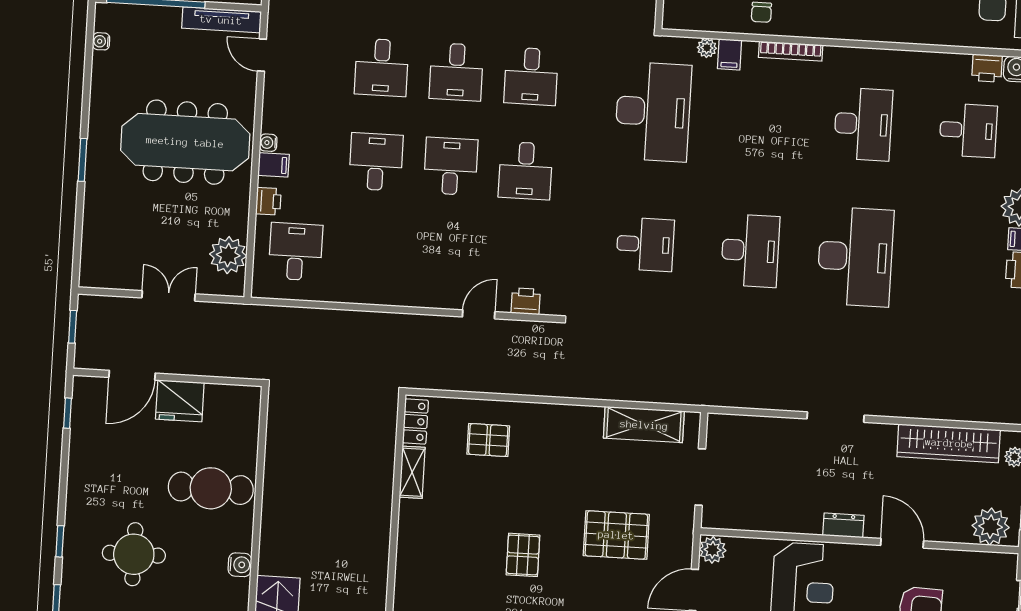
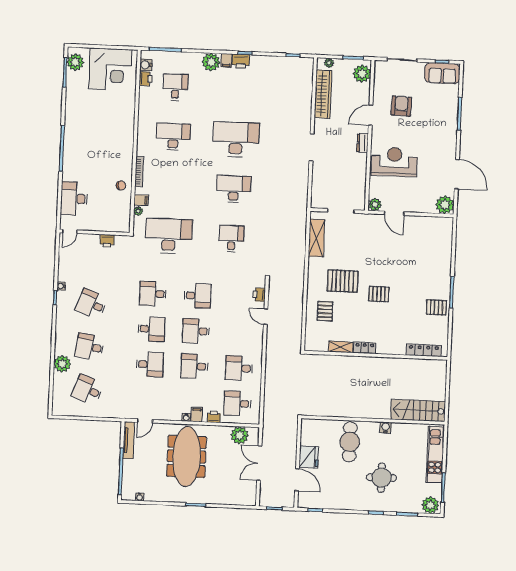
desk: (531, 76) -> (153, 294), turned 180
desk: (370, 256) -> (239, 368), added
double door: (169, 296) -> (259, 463), width x1.37
locker: (415, 422) -> (365, 348), moved
pallet: (616, 535) -> (343, 281), moved, turned 90

